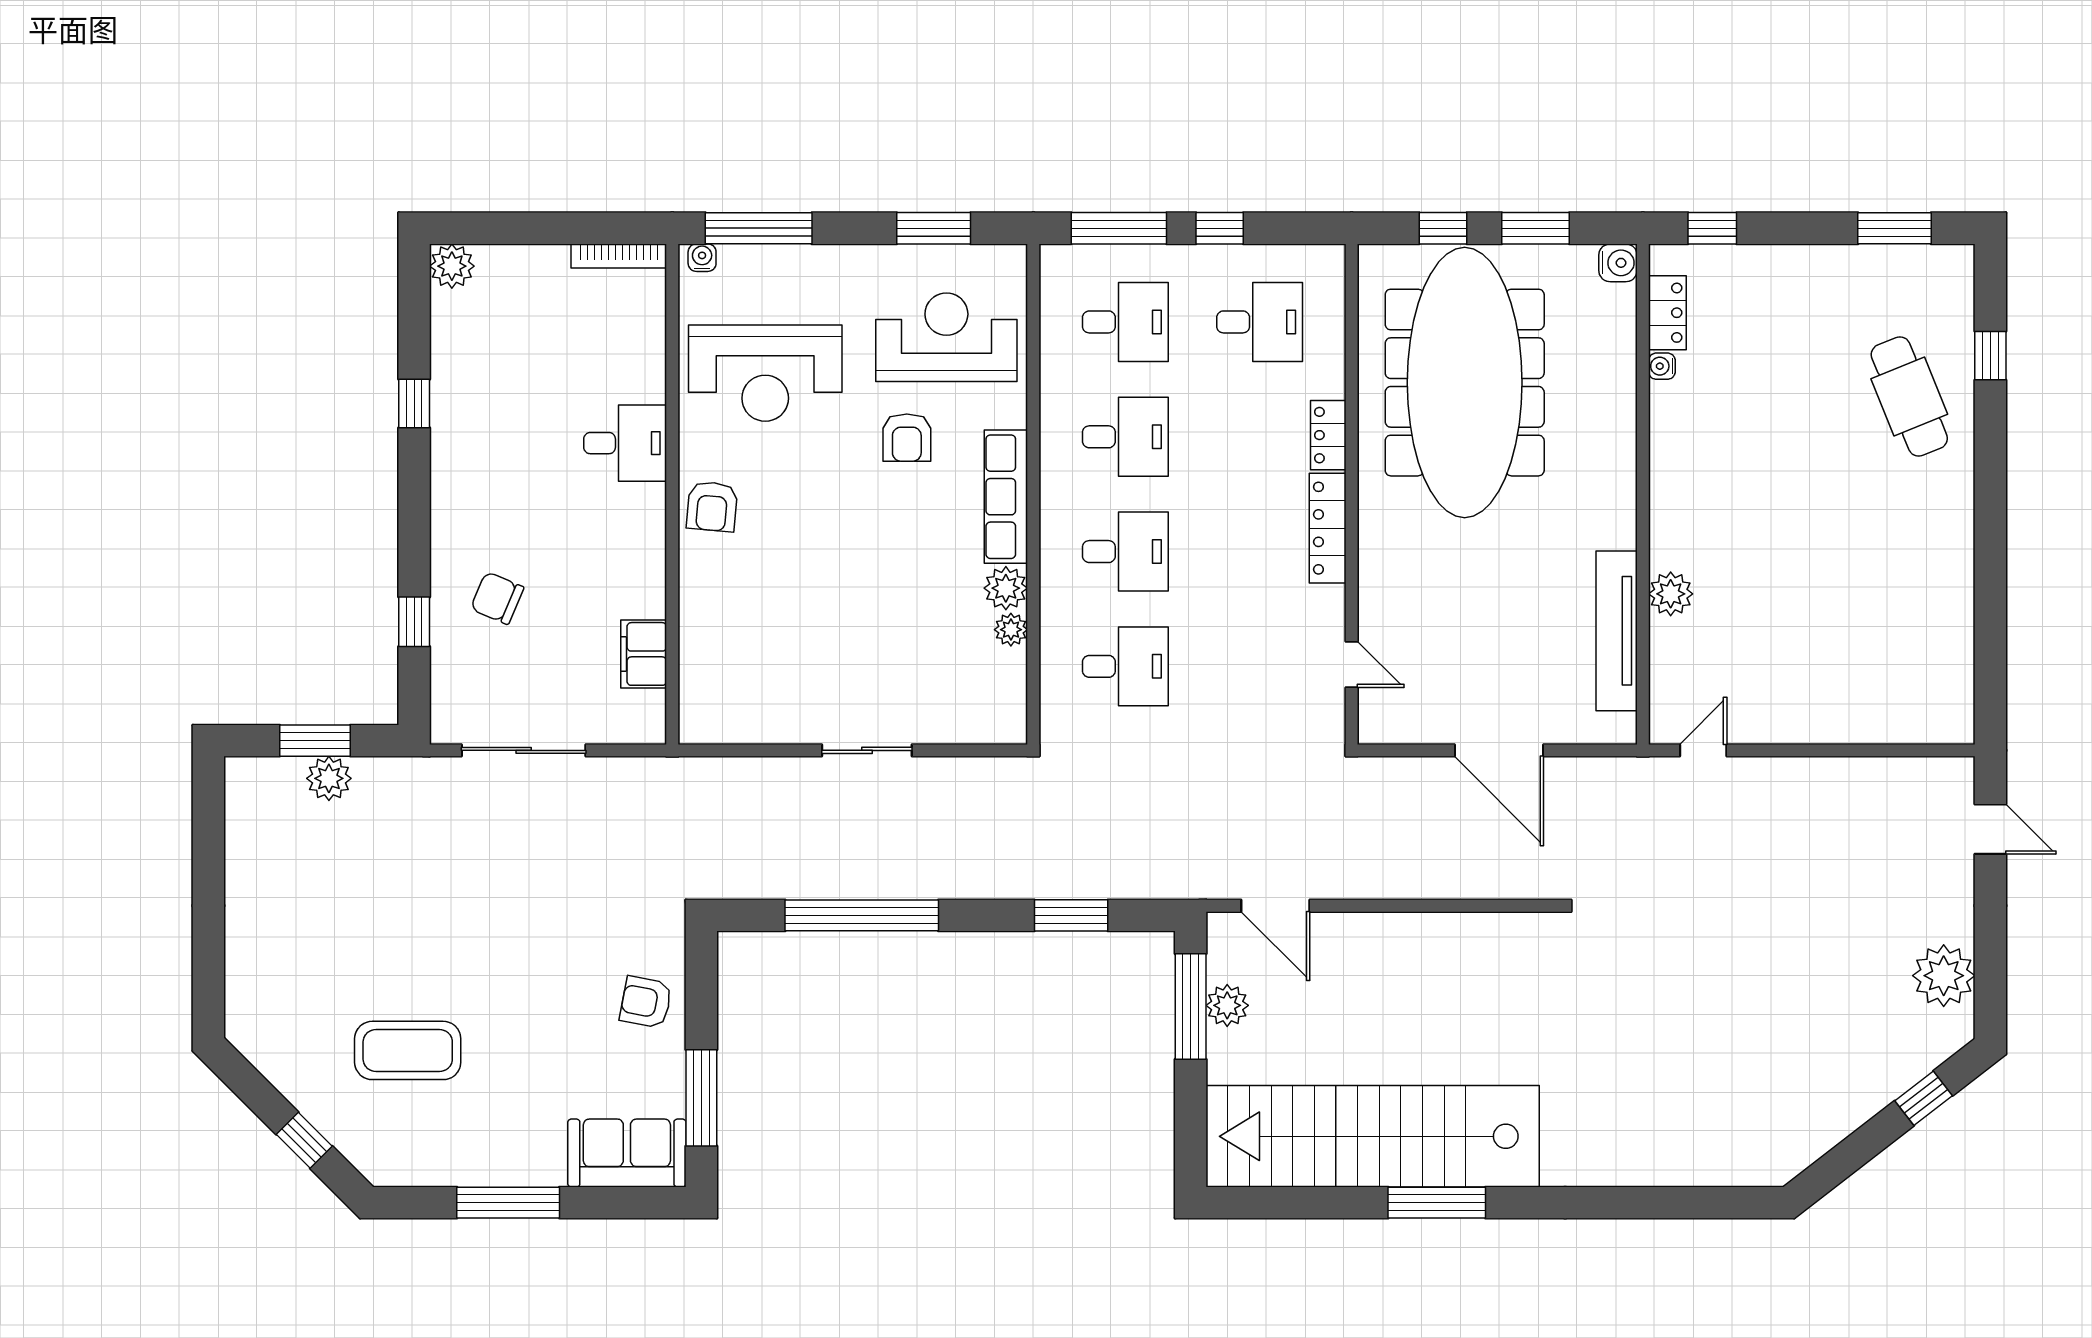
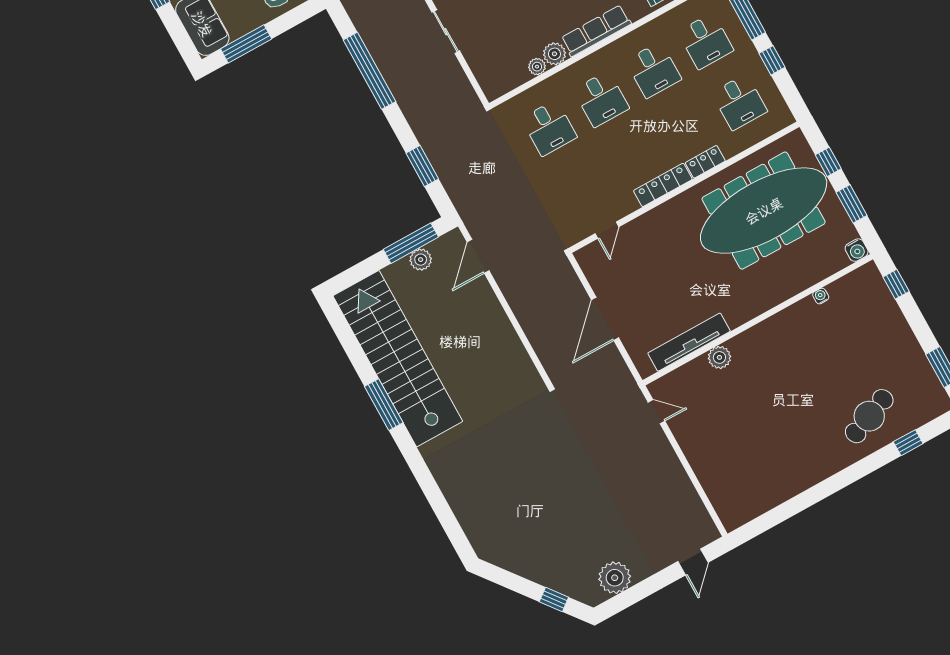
locker: (1667, 313) -> (846, 285), removed

